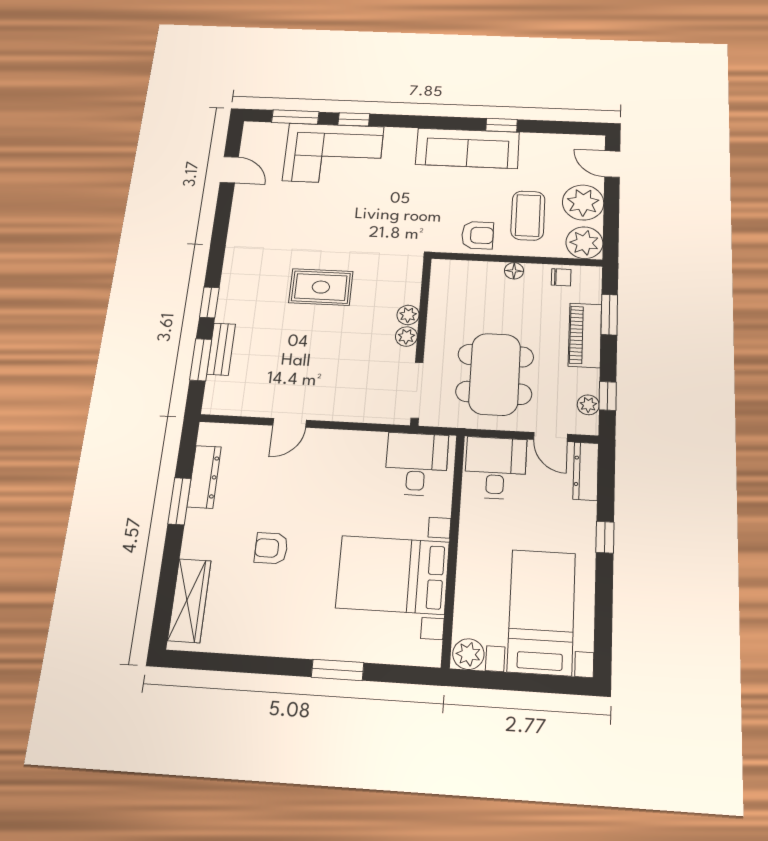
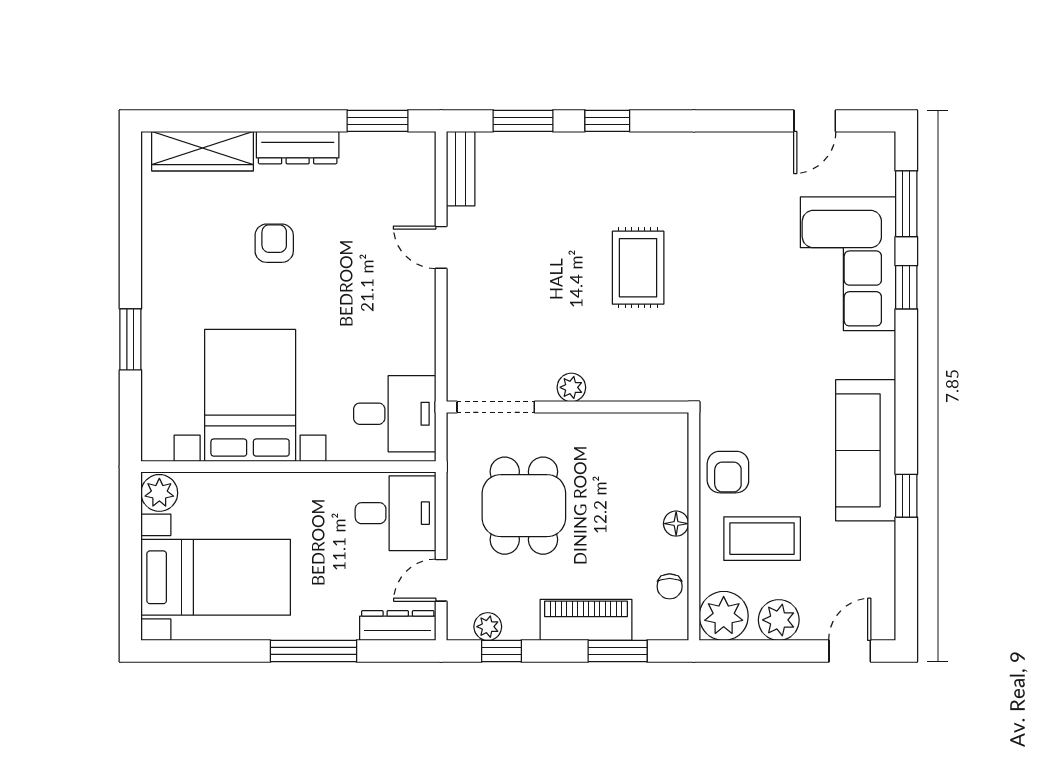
plant: (583, 202) -> (779, 620), width x0.73, depth x0.73
plant: (408, 315) -> (603, 387), removed
bench: (221, 349) -> (461, 169), moved, turned 90
dining table: (495, 374) -> (524, 506), width x0.73
dresser: (204, 477) -> (298, 148), moved
window: (180, 501) -> (378, 121), moved
window: (605, 537) -> (314, 651), width x2.17

